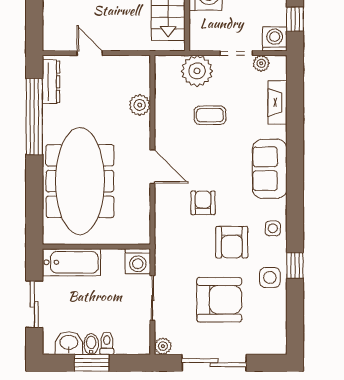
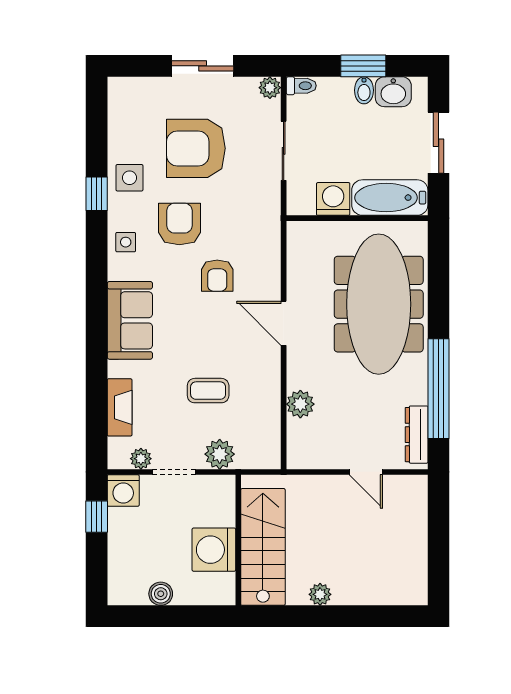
plant: (197, 71) -> (220, 454), width x0.73, depth x0.73
washing machine: (138, 261) -> (333, 199), moved
toilet: (107, 343) -> (301, 86), moved, turned -90
sliding door: (214, 363) -> (203, 66), width x0.73

